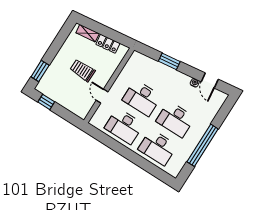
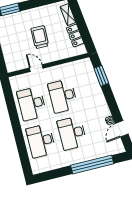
window: (169, 61) -> (101, 76), moved
door: (102, 96) -> (36, 68), hinge flipped
window: (203, 145) -> (92, 165), moved

